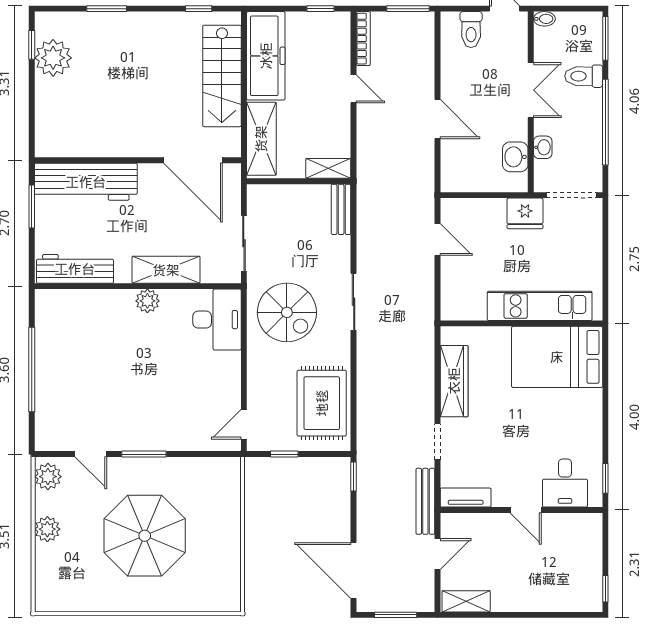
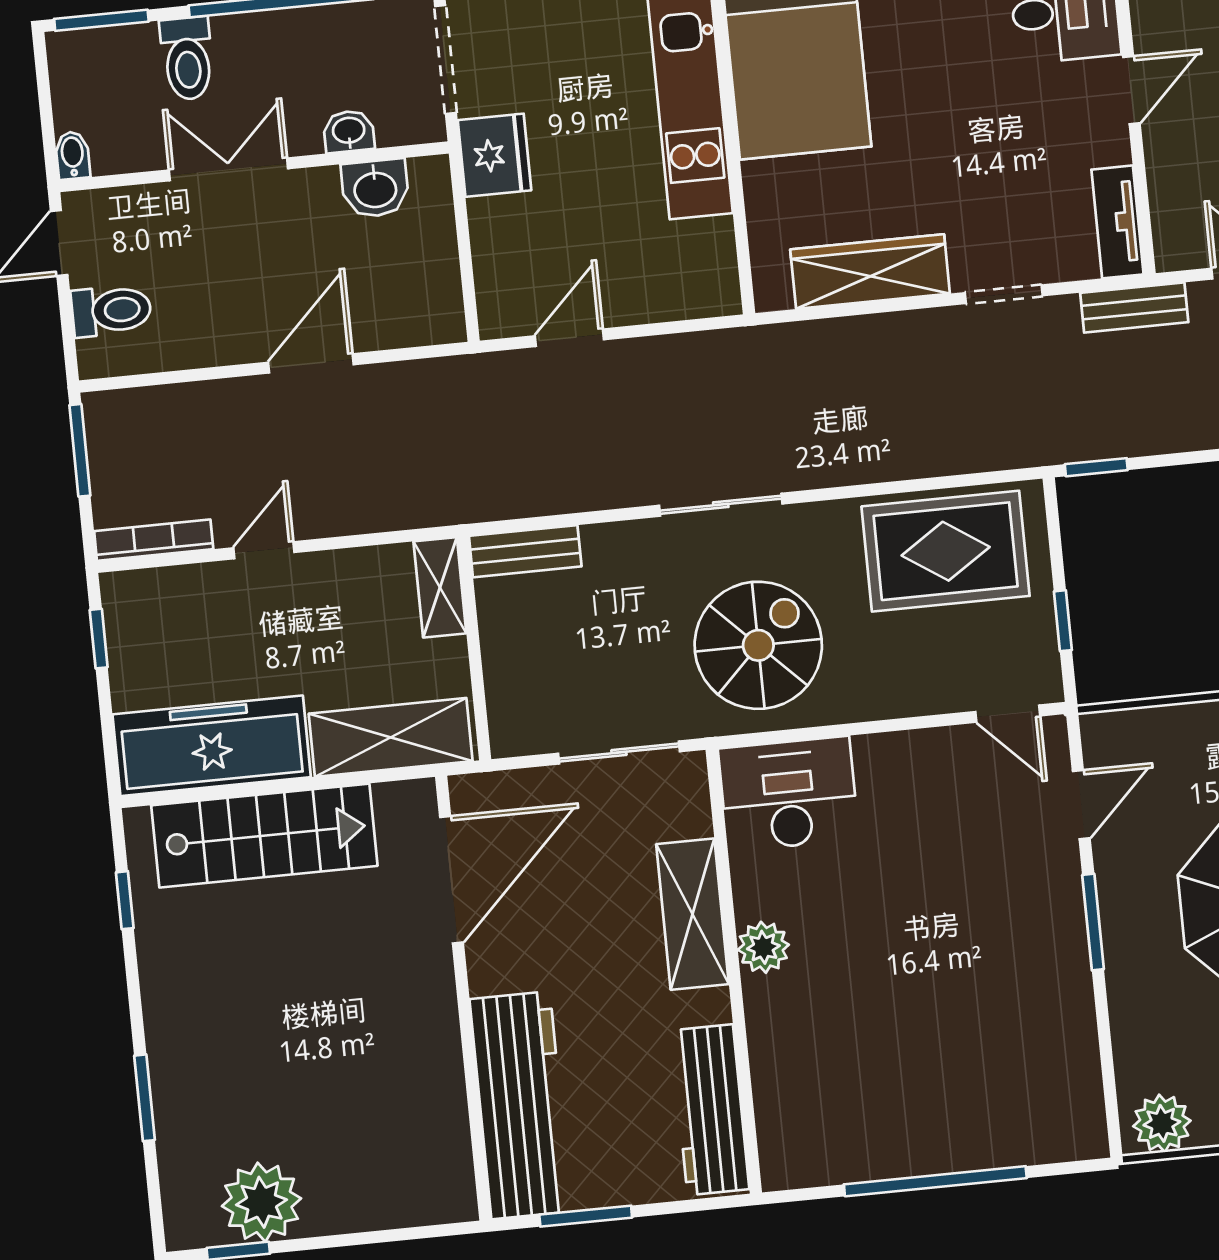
door: (91, 454) -> (1081, 805), moved
bench: (425, 501) -> (1134, 307), width x0.73

